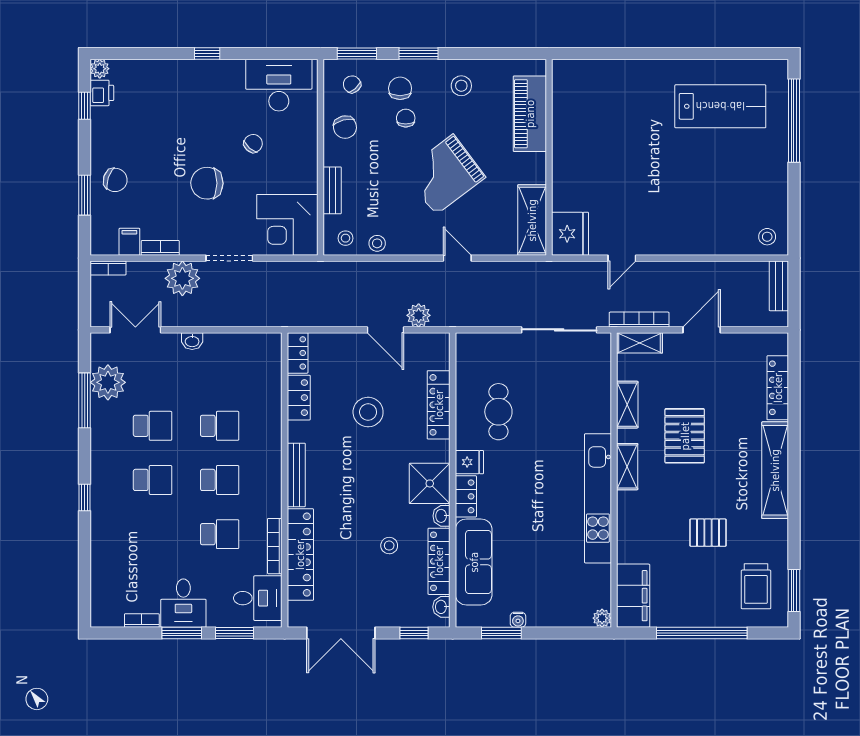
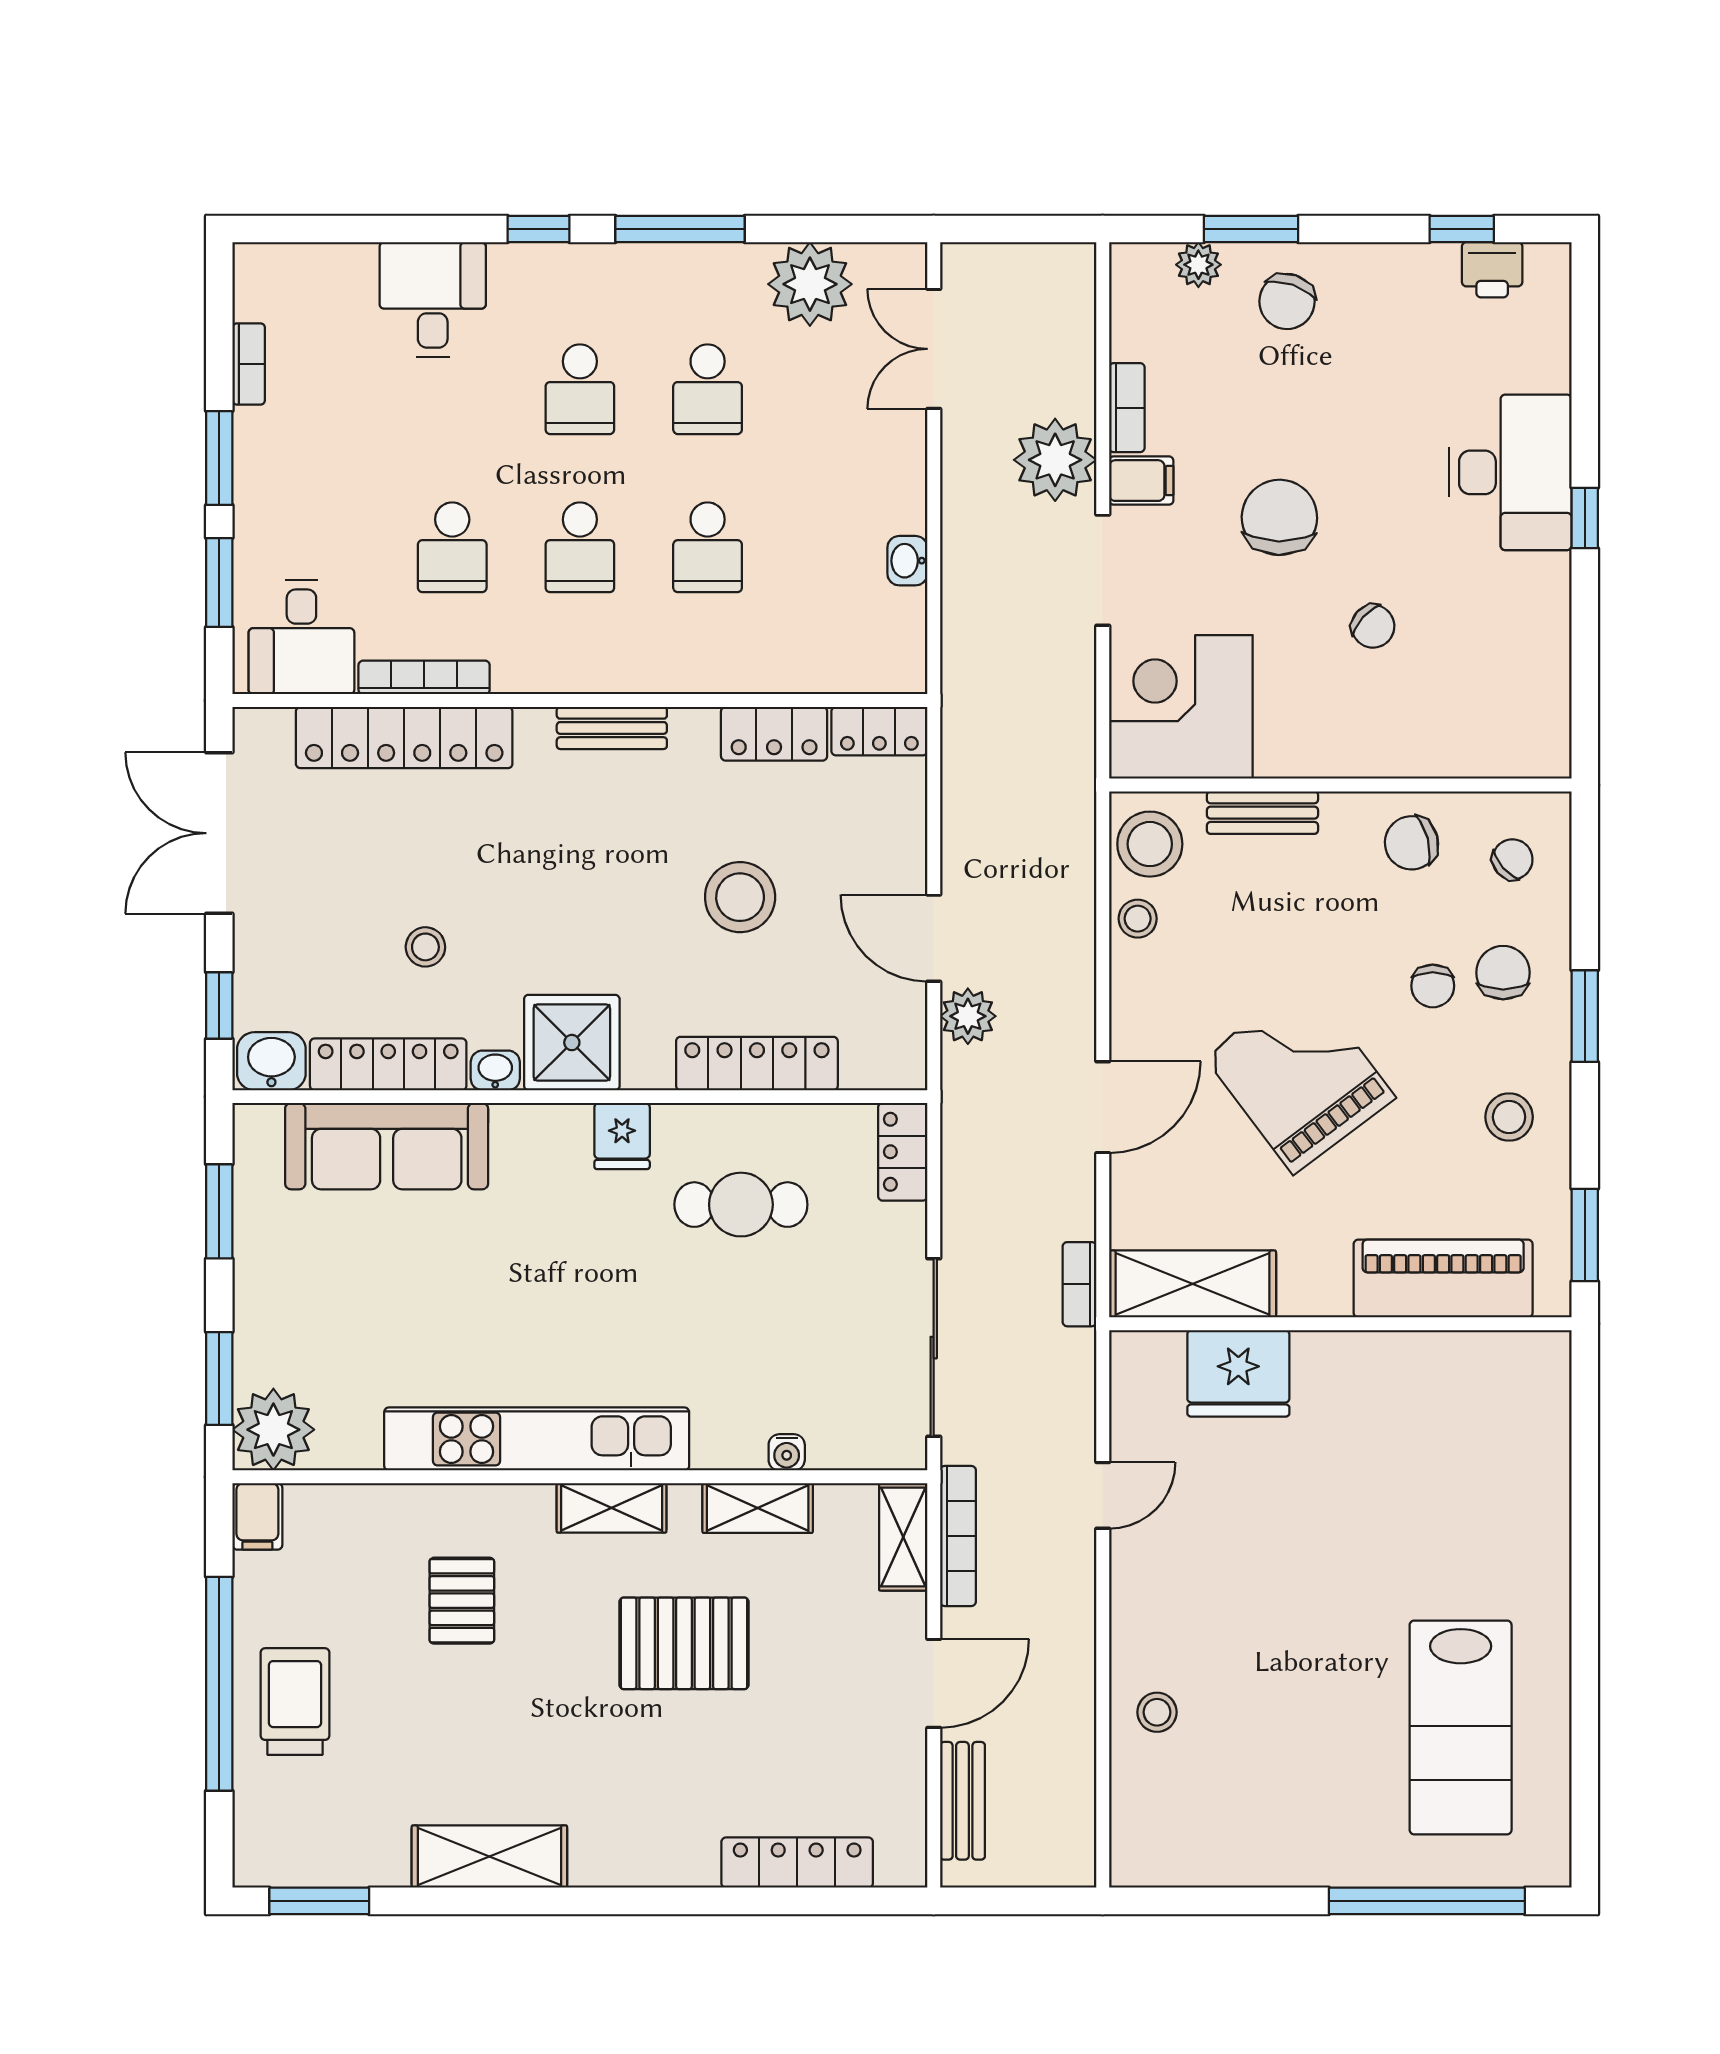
window: (357, 54) -> (1585, 1235), moved
plant: (100, 69) -> (1198, 265), moved
desk: (279, 85) -> (1510, 472), moved
chair: (400, 88) -> (1503, 973), turned -90
chair: (406, 118) -> (1433, 986), turned 90
fridge: (570, 234) -> (1238, 1373), moved
stool: (767, 237) -> (1157, 1712), moved
stool: (346, 238) -> (1150, 844), width x1.89, depth x1.89
filing cabinet: (129, 242) -> (1141, 481), moved
door: (457, 258) -> (1103, 1107), width x1.38
door: (622, 258) -> (1103, 1495), swing flipped
bookcase: (108, 268) -> (1079, 1284), moved
bench: (779, 286) -> (962, 1801), moved, turned 90
double door: (135, 330) -> (934, 349), swing flipped
door: (385, 330) -> (934, 938), hinge flipped
door: (702, 330) -> (934, 1683), hinge flipped
washbasin: (192, 341) -> (907, 561), moved
window: (85, 400) -> (680, 229), moved
shelving: (775, 470) -> (489, 1857), moved, width x0.68
bench: (296, 475) -> (612, 728), width x0.73
locker: (466, 496) -> (903, 1152), moved, turned 90
pallet: (708, 533) -> (462, 1601), moved
trolley: (756, 586) -> (295, 1702), moved, turned 90
filing cabinet: (633, 596) -> (257, 1516), width x0.33, depth x0.86
desk: (183, 603) -> (433, 300), moved, turned 90
washbasin: (441, 607) -> (271, 1061), width x1.38, depth x1.45
plant: (602, 618) -> (273, 1430), width x1.88, depth x1.88
water cooler: (518, 620) -> (787, 1452), moved, turned -90
window: (572, 633) -> (219, 1379), added

